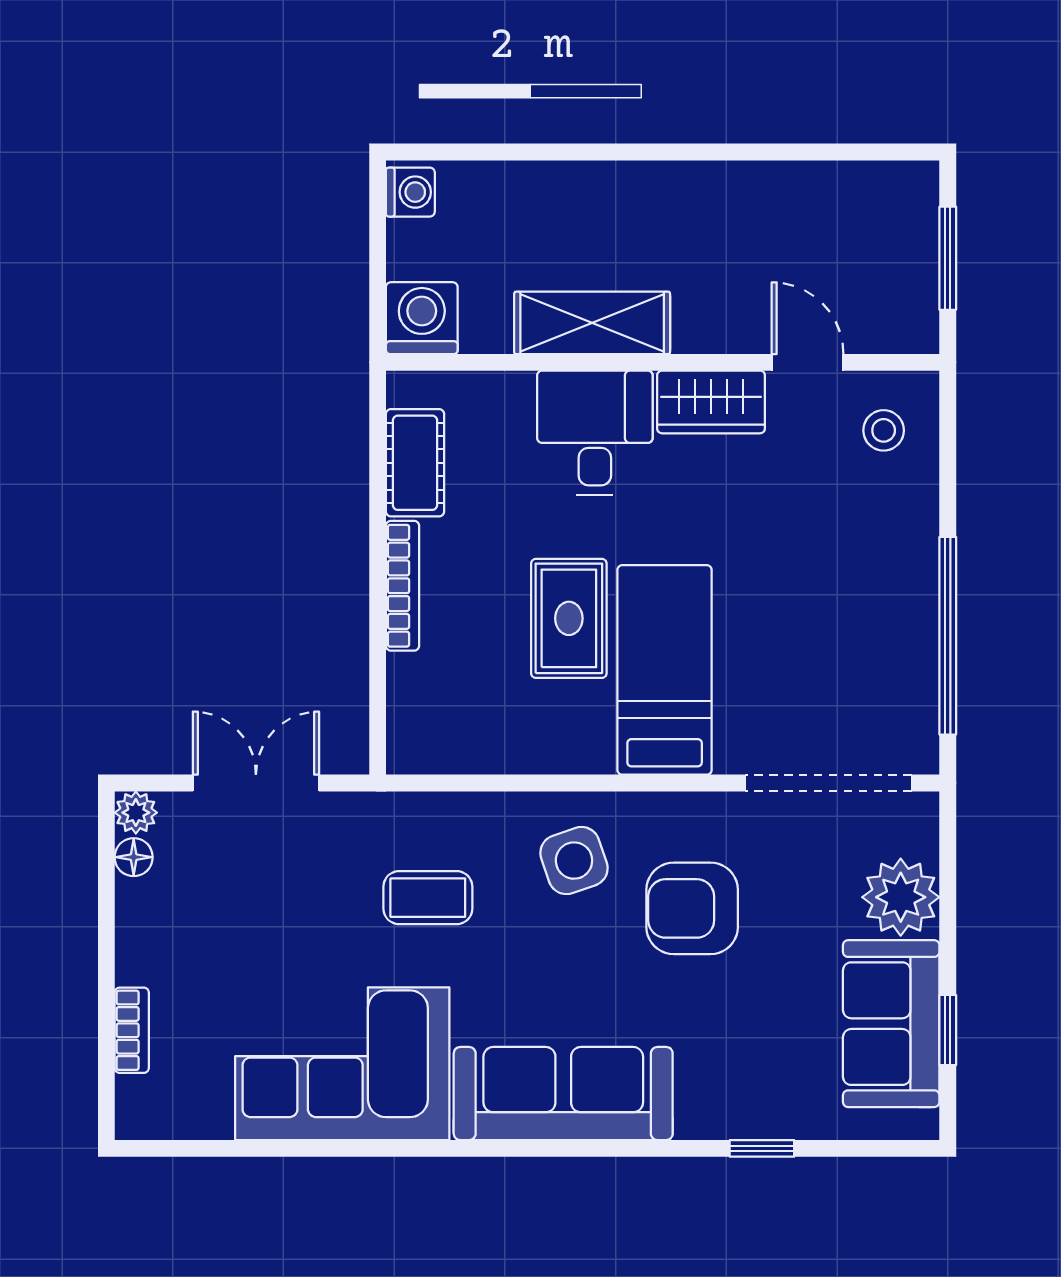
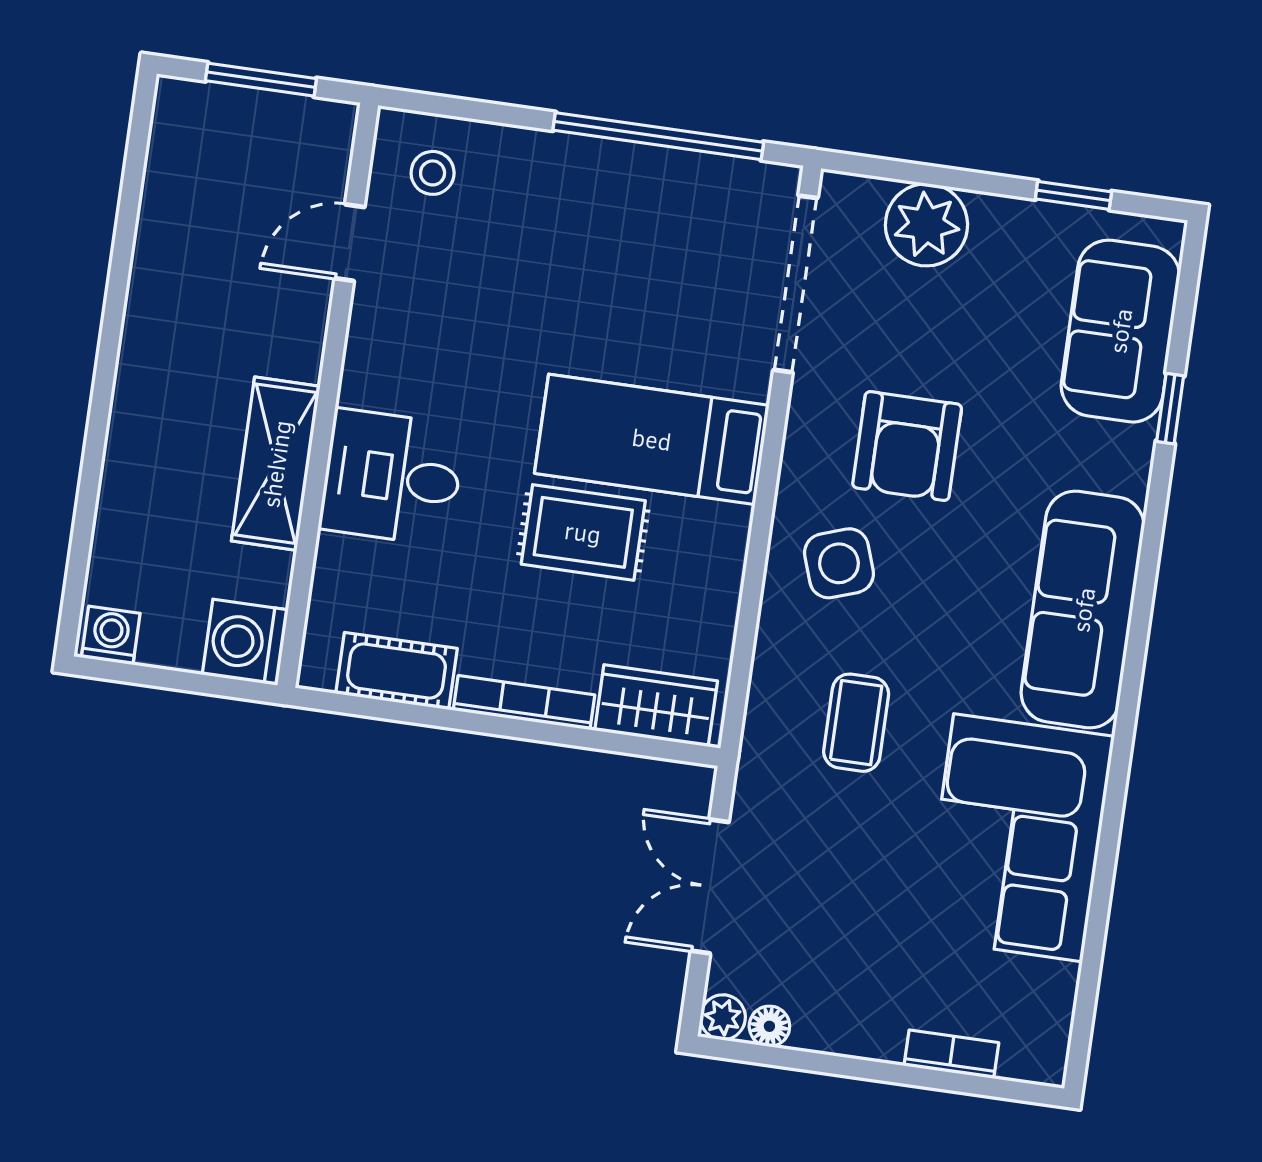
wardrobe: (711, 402) -> (656, 706), moved, turned -90
sofa: (891, 1024) -> (1120, 331), moved, turned 90

